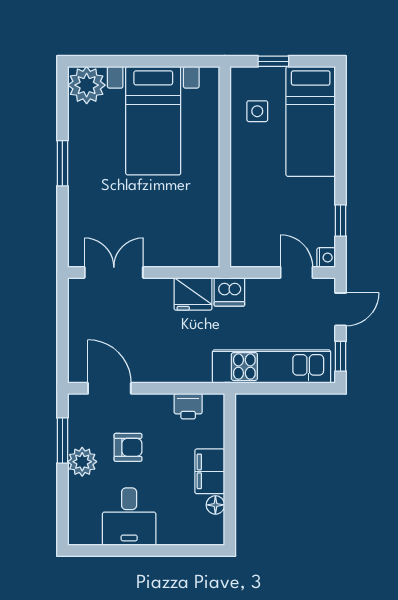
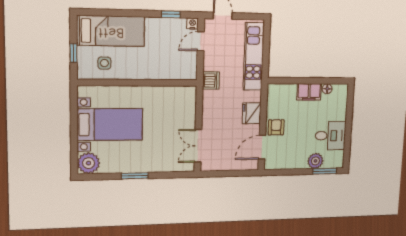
fridge: (193, 294) -> (252, 113), moved, turned 180
window: (341, 356) -> (249, 16), removed
printer: (188, 406) -> (274, 104), removed
window: (62, 441) -> (325, 171), moved
armchair: (128, 447) -> (276, 127), moved
plant: (82, 462) -> (315, 161), moved

